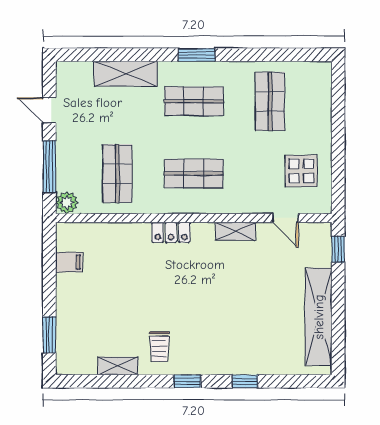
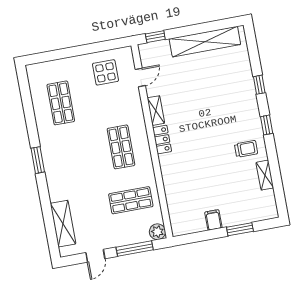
shelving: (126, 74) -> (63, 224), moved
shop shelf: (194, 101) -> (71, 156), removed
shop shelf: (270, 101) -> (61, 103), turned 90
locker: (171, 232) -> (162, 140), moved
filing cabinet: (69, 262) -> (213, 220), moved
window: (49, 335) -> (240, 229), moved

